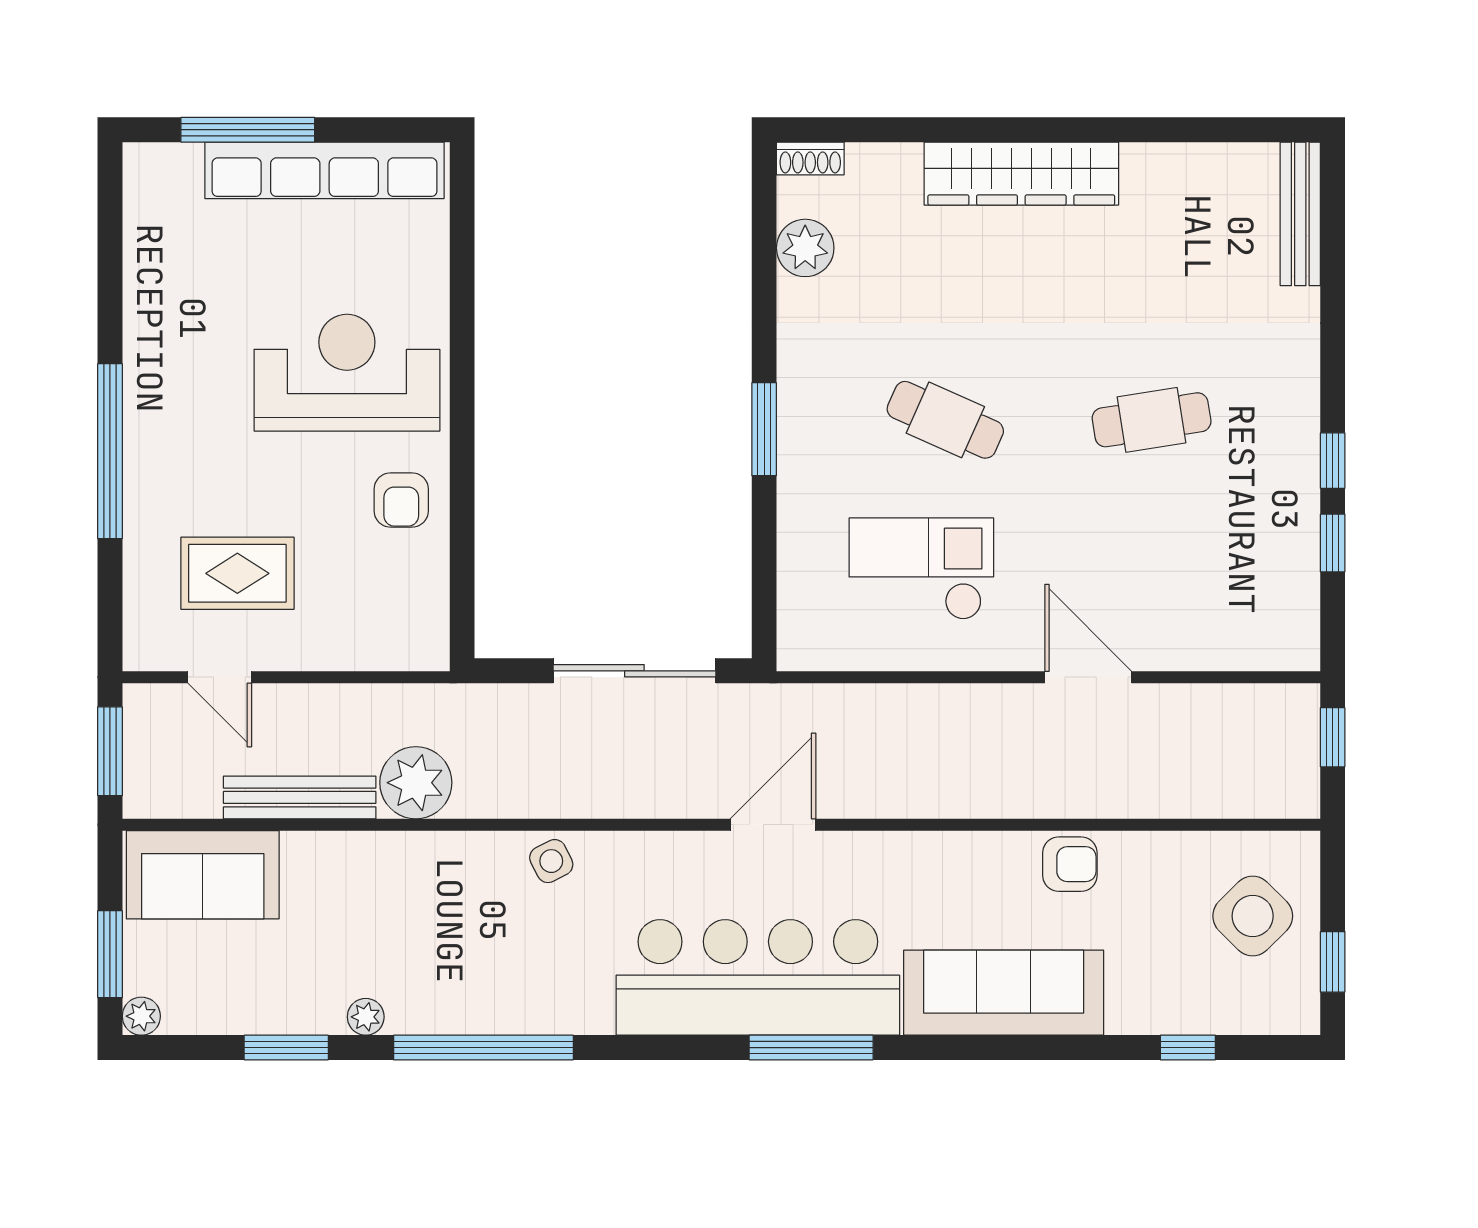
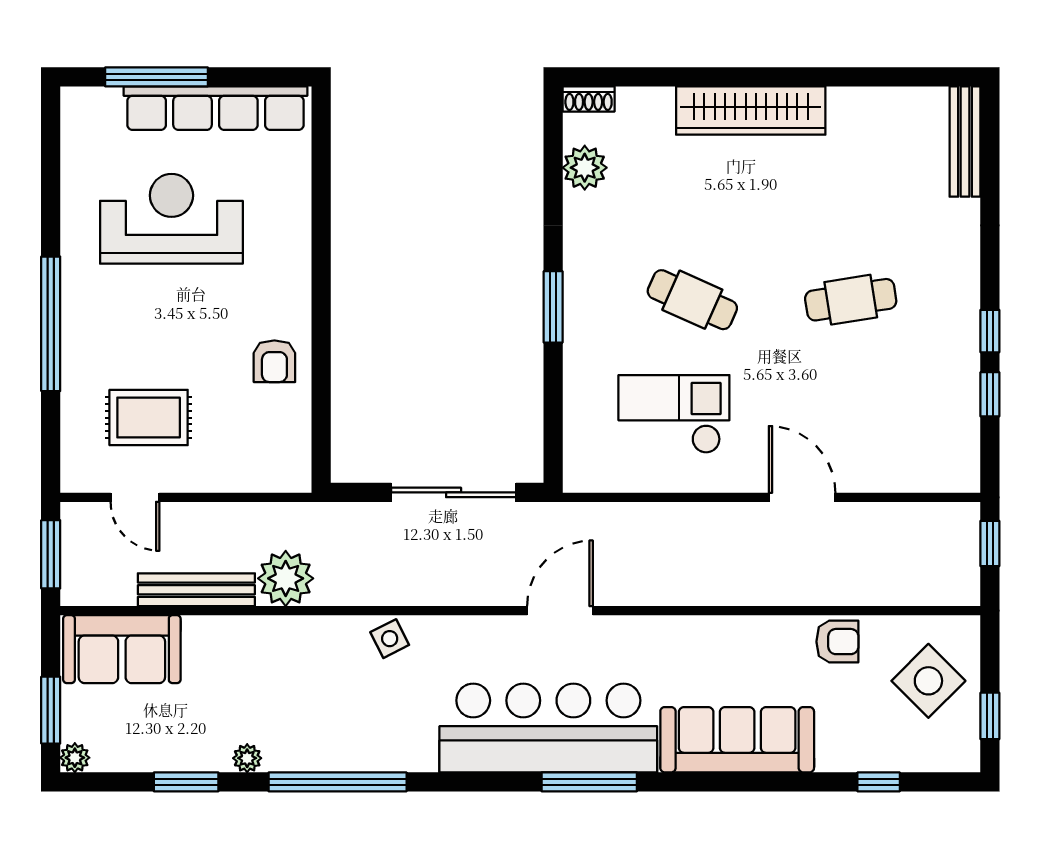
reception desk: (347, 373) -> (171, 219), moved
armchair: (1070, 864) -> (837, 642), moved

